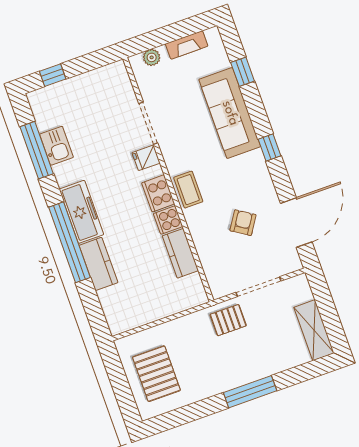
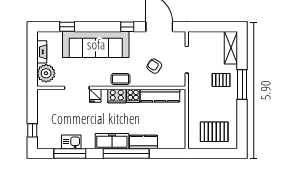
plant: (152, 57) -> (46, 73), width x1.88, depth x1.88
sofa: (230, 113) -> (96, 44), width x1.36, depth x1.27
window: (270, 147) -> (127, 27), moved
armchair: (243, 223) -> (154, 66), moved
kitchen counter: (180, 253) -> (160, 96), width x1.50
pallet: (228, 320) -> (221, 80), moved, turned 90
shelving: (314, 330) -> (231, 48), moved, turned 90

